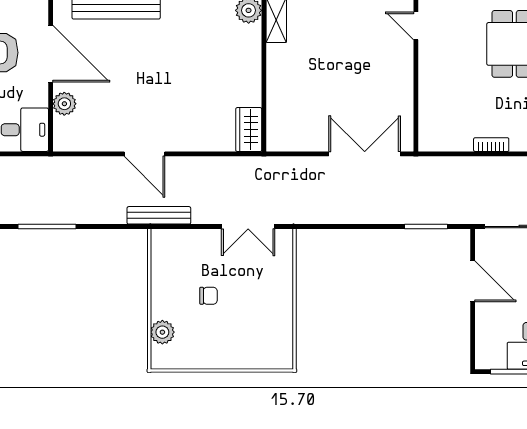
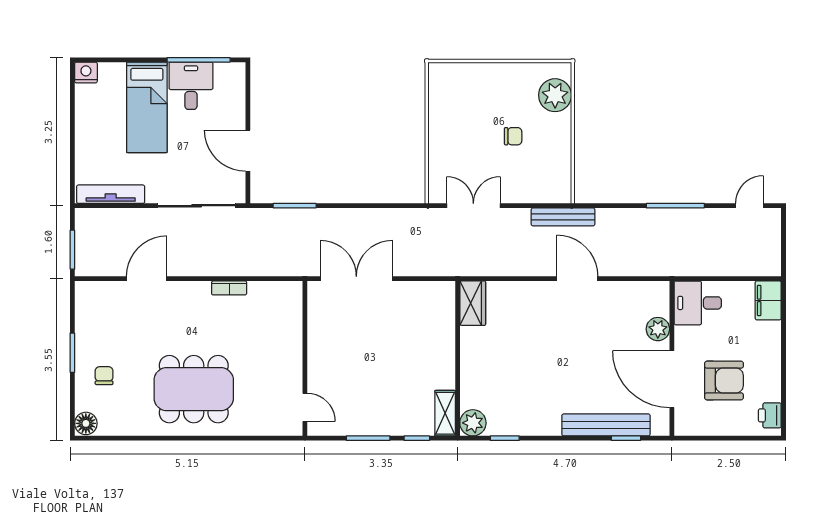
double door: (365, 154) -> (356, 279), swing flipped
chair: (209, 296) -> (513, 136), turned 180
plant: (162, 332) -> (555, 95), width x1.36, depth x1.36

